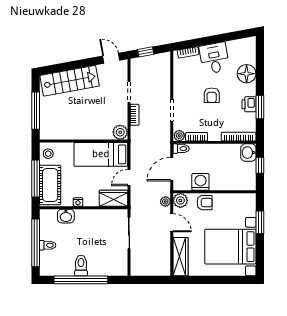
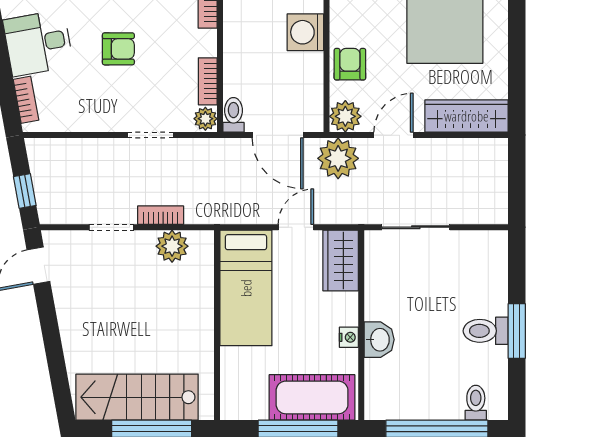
stairs: (70, 81) -> (137, 397), moved, turned -80
plant: (120, 132) -> (172, 246), moved
stool: (48, 154) -> (244, 402), removed
door: (129, 178) -> (296, 227), swing flipped
washing machine: (200, 182) -> (305, 32), moved
plant: (165, 201) -> (338, 158), width x1.87, depth x1.87
washbasin: (66, 216) -> (379, 340), moved
toilet: (48, 245) -> (476, 403), moved
window: (81, 280) -> (517, 331), width x0.47

